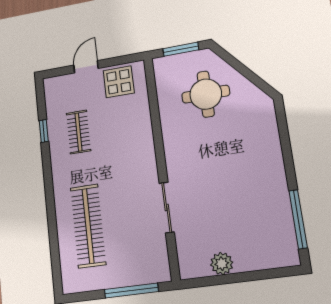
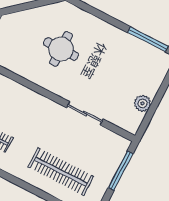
round table: (206, 94) -> (61, 49), moved

